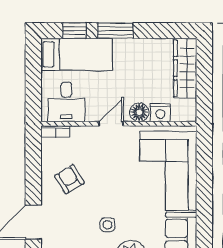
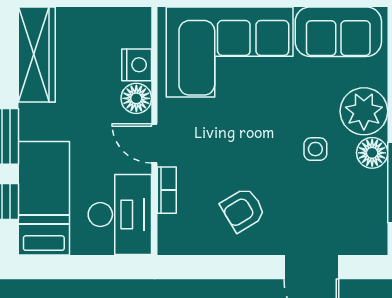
wardrobe: (185, 68) -> (37, 54), moved, turned -90
desk: (66, 102) -> (120, 215), width x1.37
bookcase: (55, 131) -> (167, 190), moved

